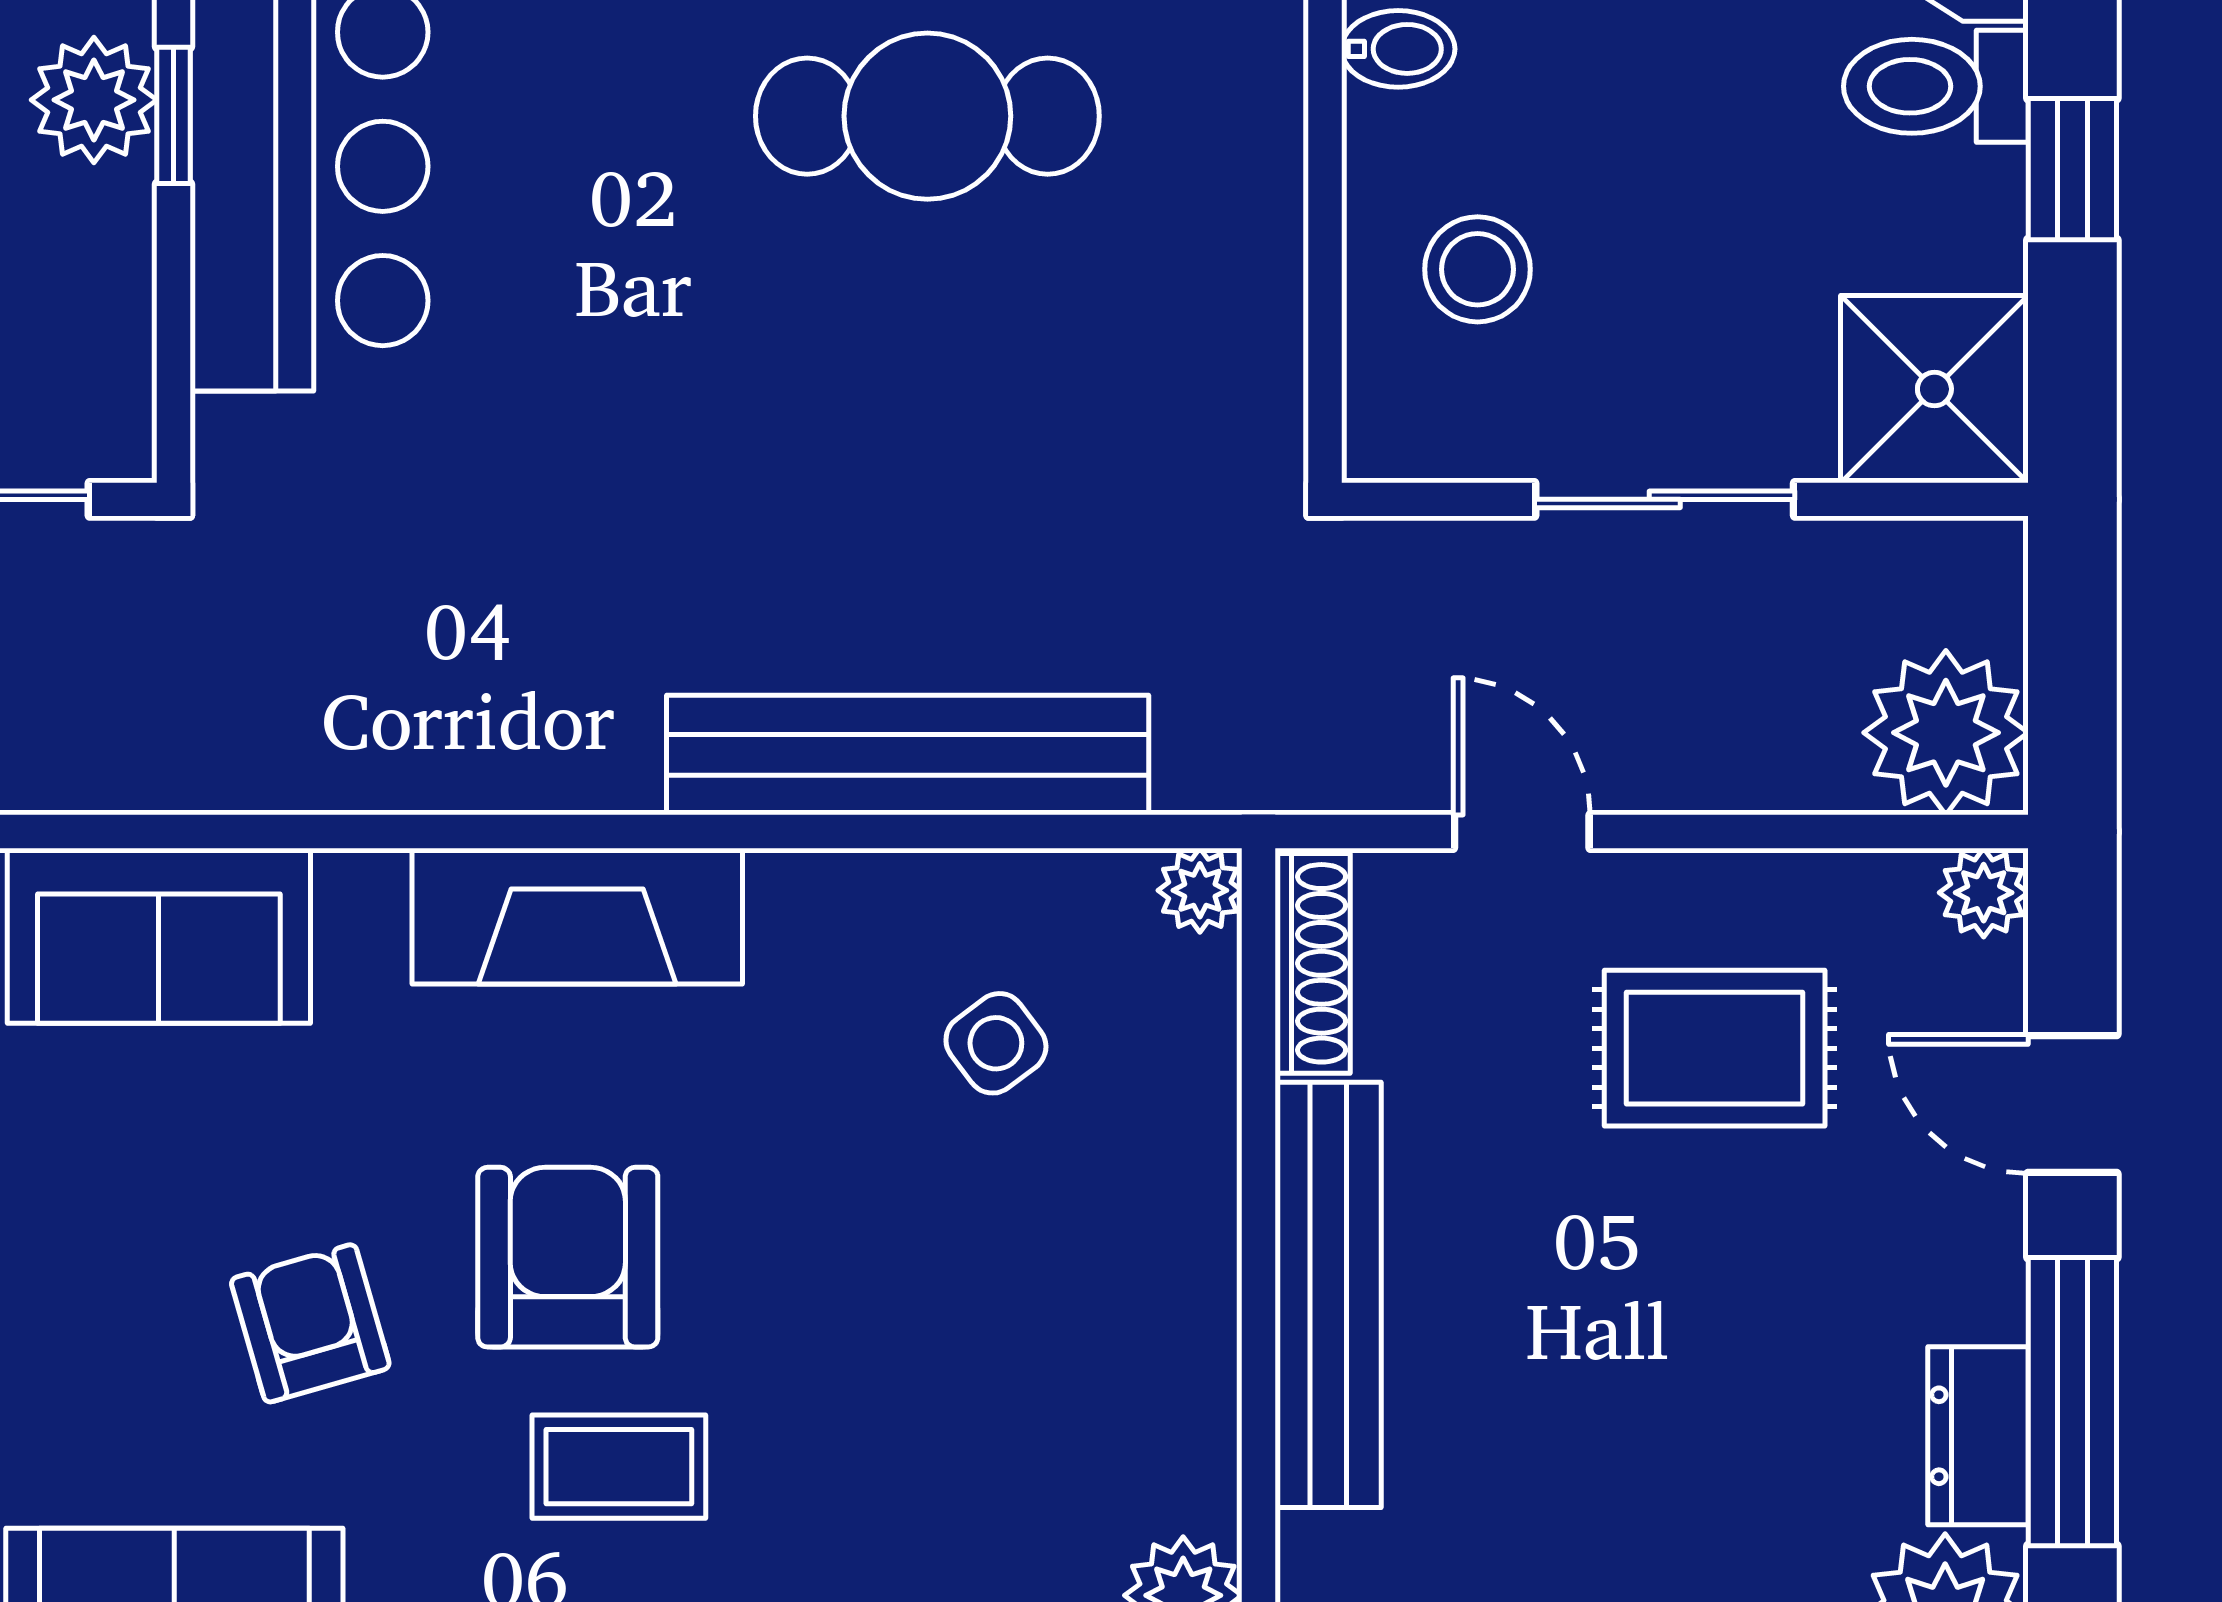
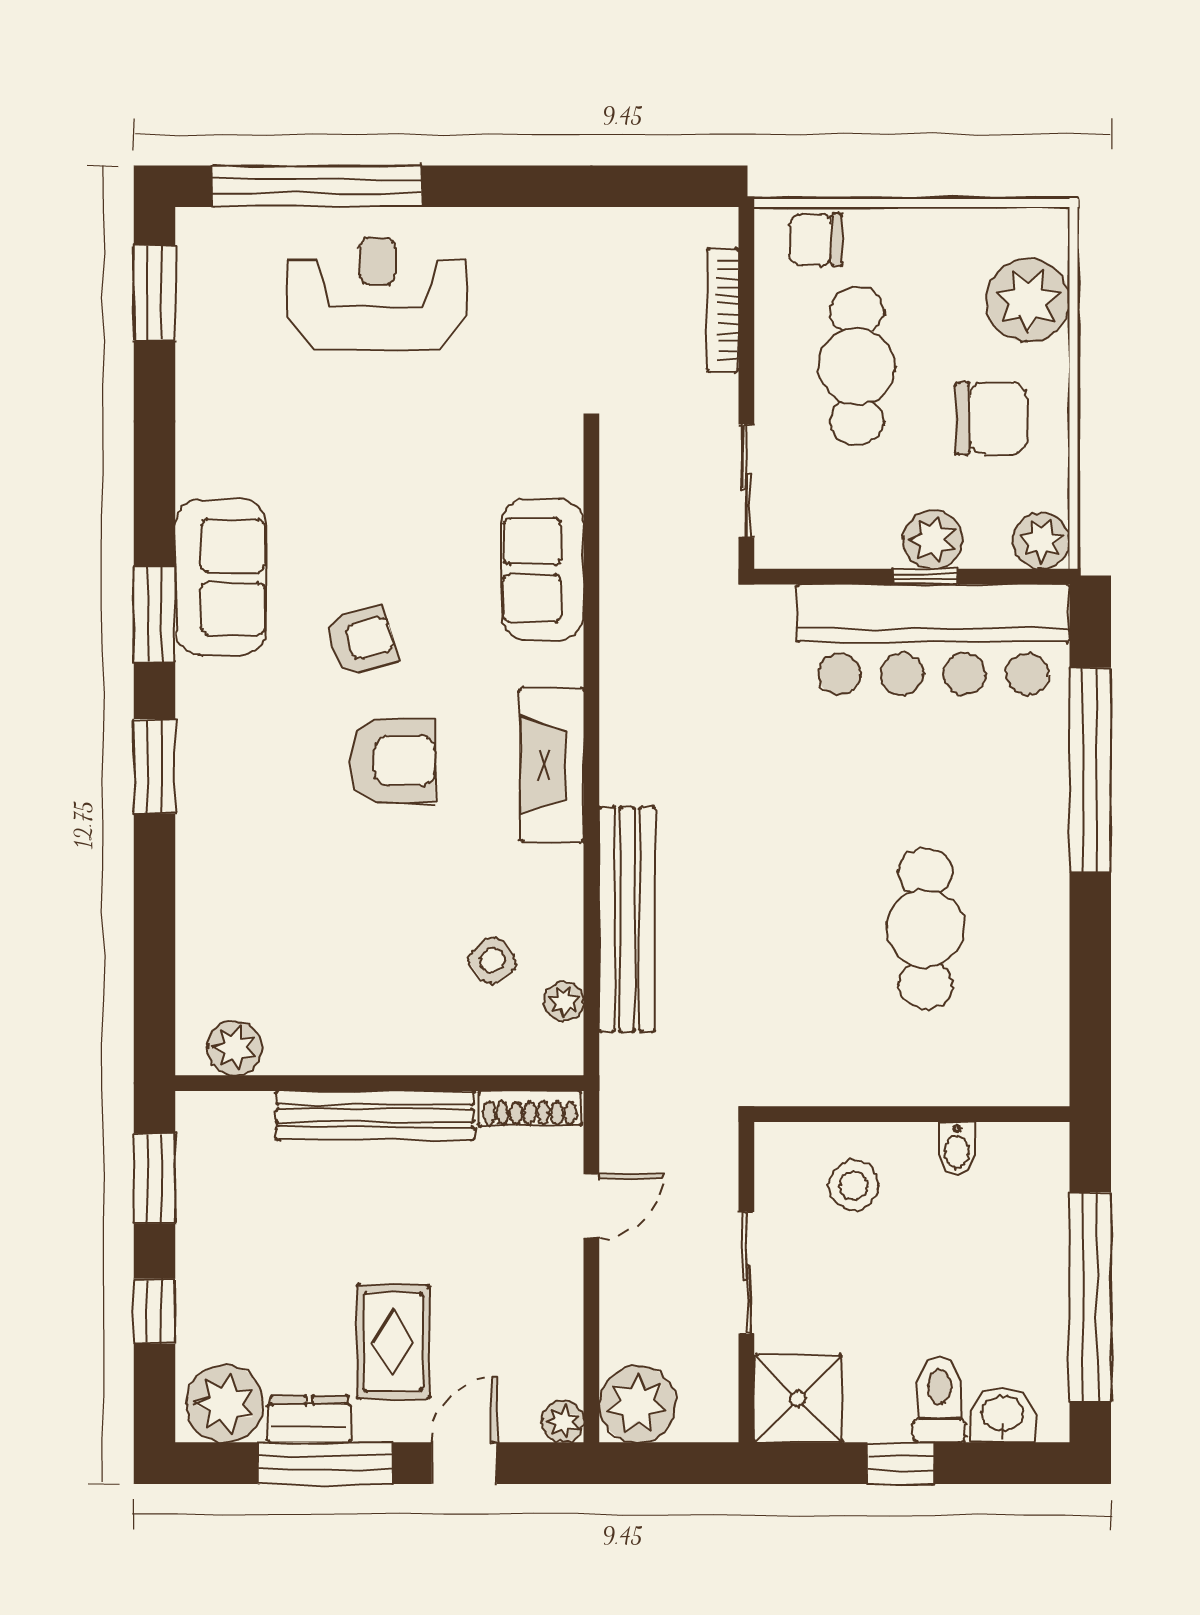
plant: (1200, 890) -> (564, 1002), moved
rug: (1715, 1048) -> (393, 1342), moved
coffee table: (619, 1467) -> (295, 785), removed

